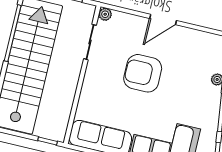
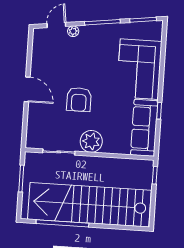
plant: (105, 14) -> (91, 141), moved, width x1.88, depth x1.88
armchair: (143, 73) -> (79, 99), width x0.73, depth x0.73

